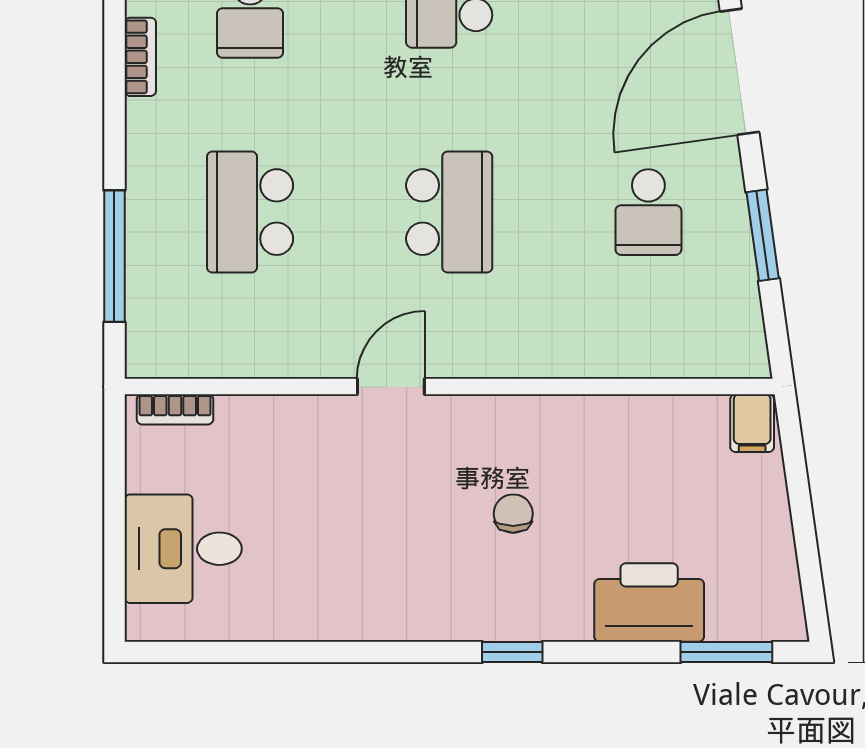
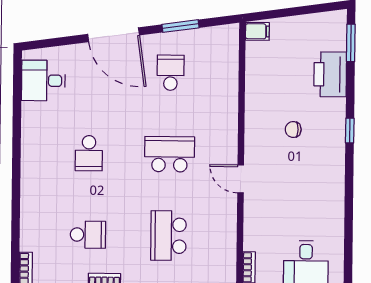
school desk: (250, 212) -> (169, 236), turned 90
school desk: (648, 212) -> (171, 73), turned -90

